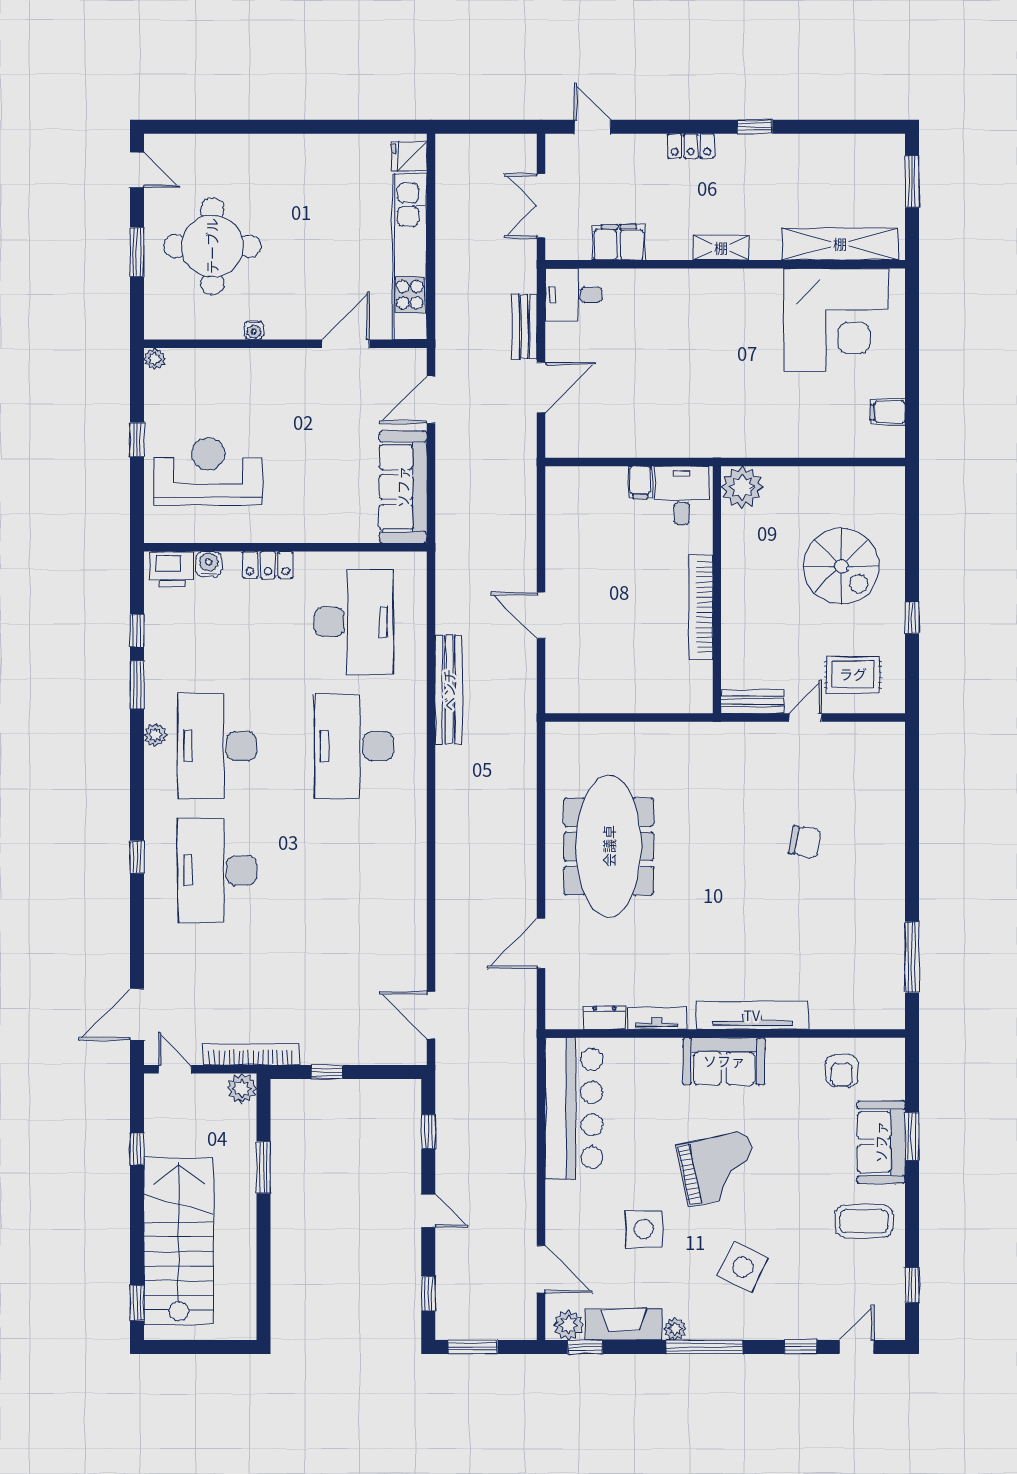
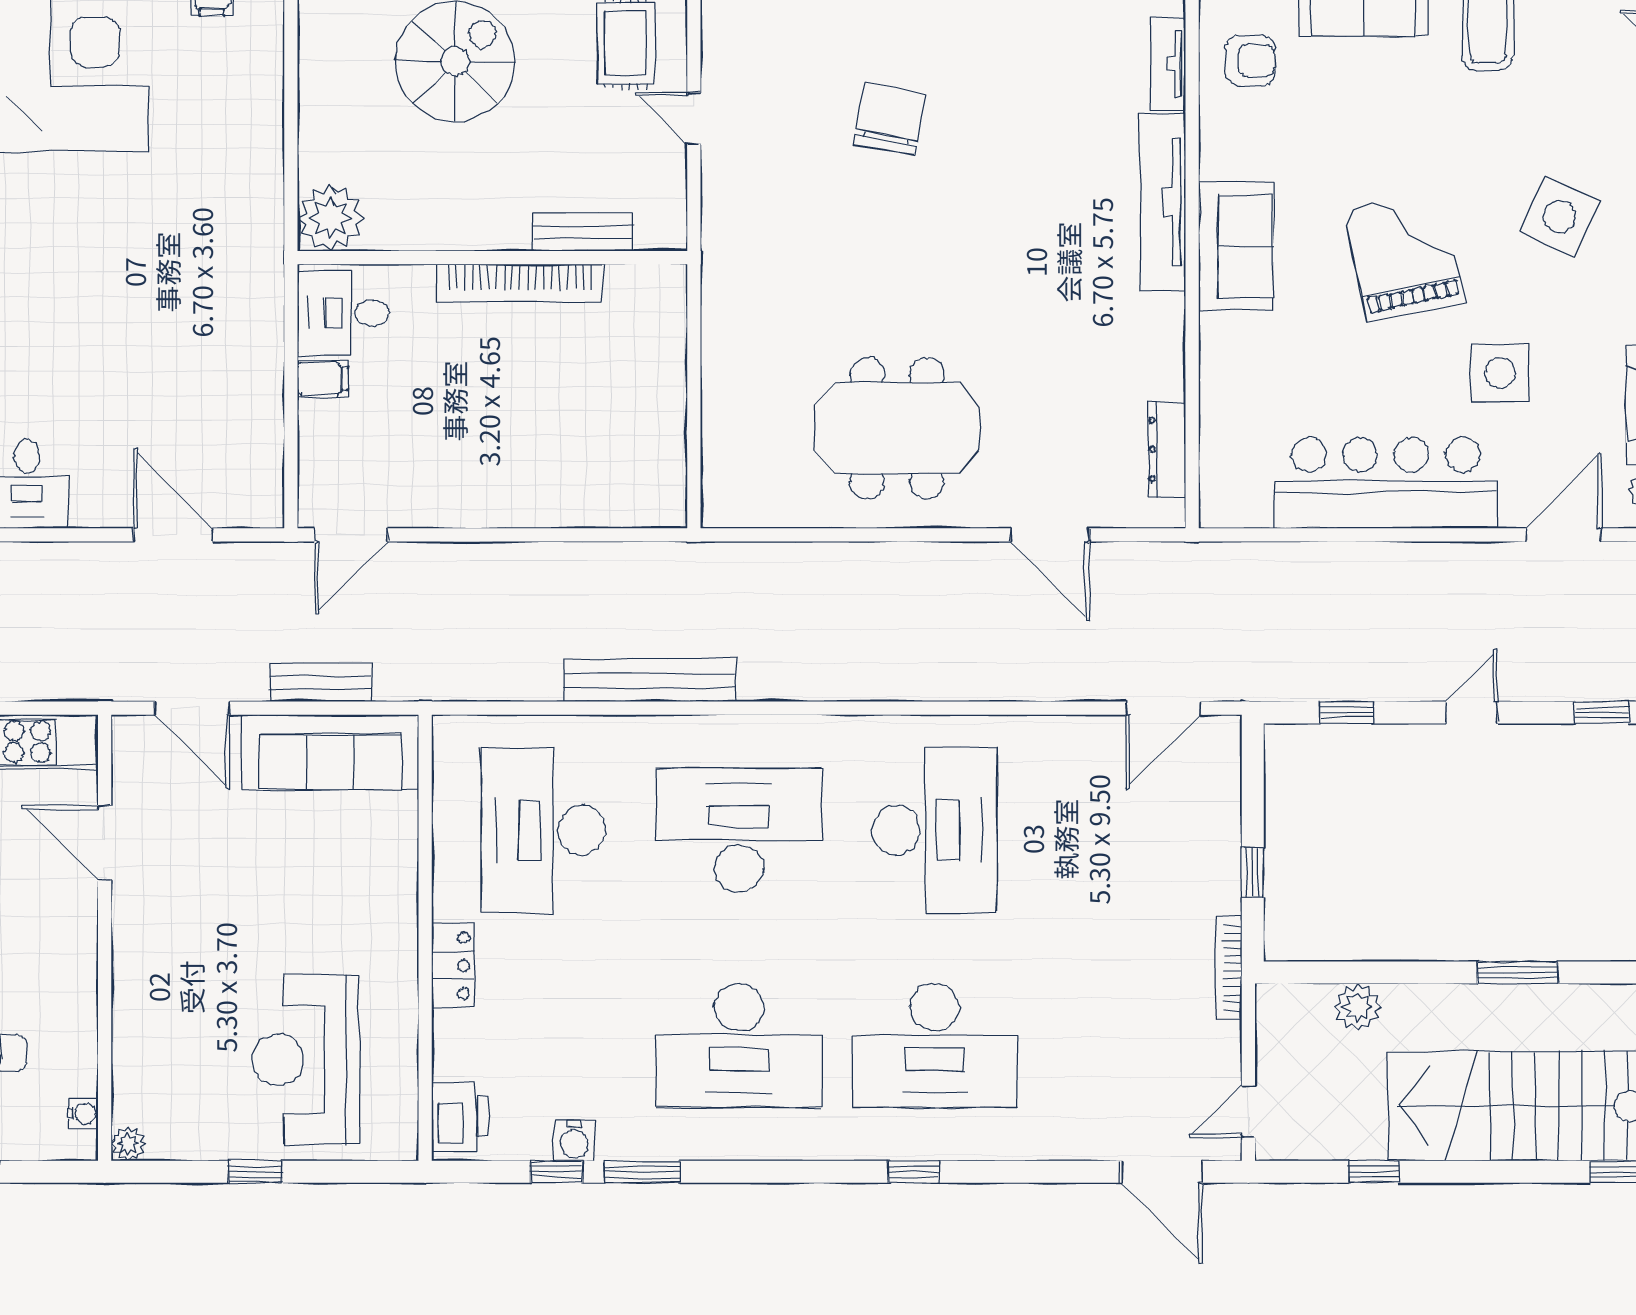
bench: (525, 326) -> (321, 682), moved
water cooler: (254, 330) -> (83, 1114), moved
water cooler: (209, 564) -> (574, 1141), moved, turned -90
door: (541, 615) -> (351, 535), moved
desk: (354, 622) -> (543, 830), turned -90
bench: (753, 701) -> (583, 232), moved, turned 90
plant: (155, 735) -> (721, 1143), removed
desk: (354, 746) -> (739, 830), turned 180
chair: (805, 842) -> (889, 119), width x1.37, depth x1.37
meeting table: (609, 846) -> (897, 428), width x0.73
desk: (354, 870) -> (935, 830), added
dresser: (604, 1018) -> (1167, 449), width x1.44
tv unit: (657, 1018) -> (1168, 64), moved
bookcase: (251, 1054) -> (1229, 968), width x0.68, depth x0.76
plant: (242, 1088) -> (1358, 1007), moved
bar counter: (574, 1108) -> (1386, 483), moved
window: (263, 1167) -> (1517, 972), moved

